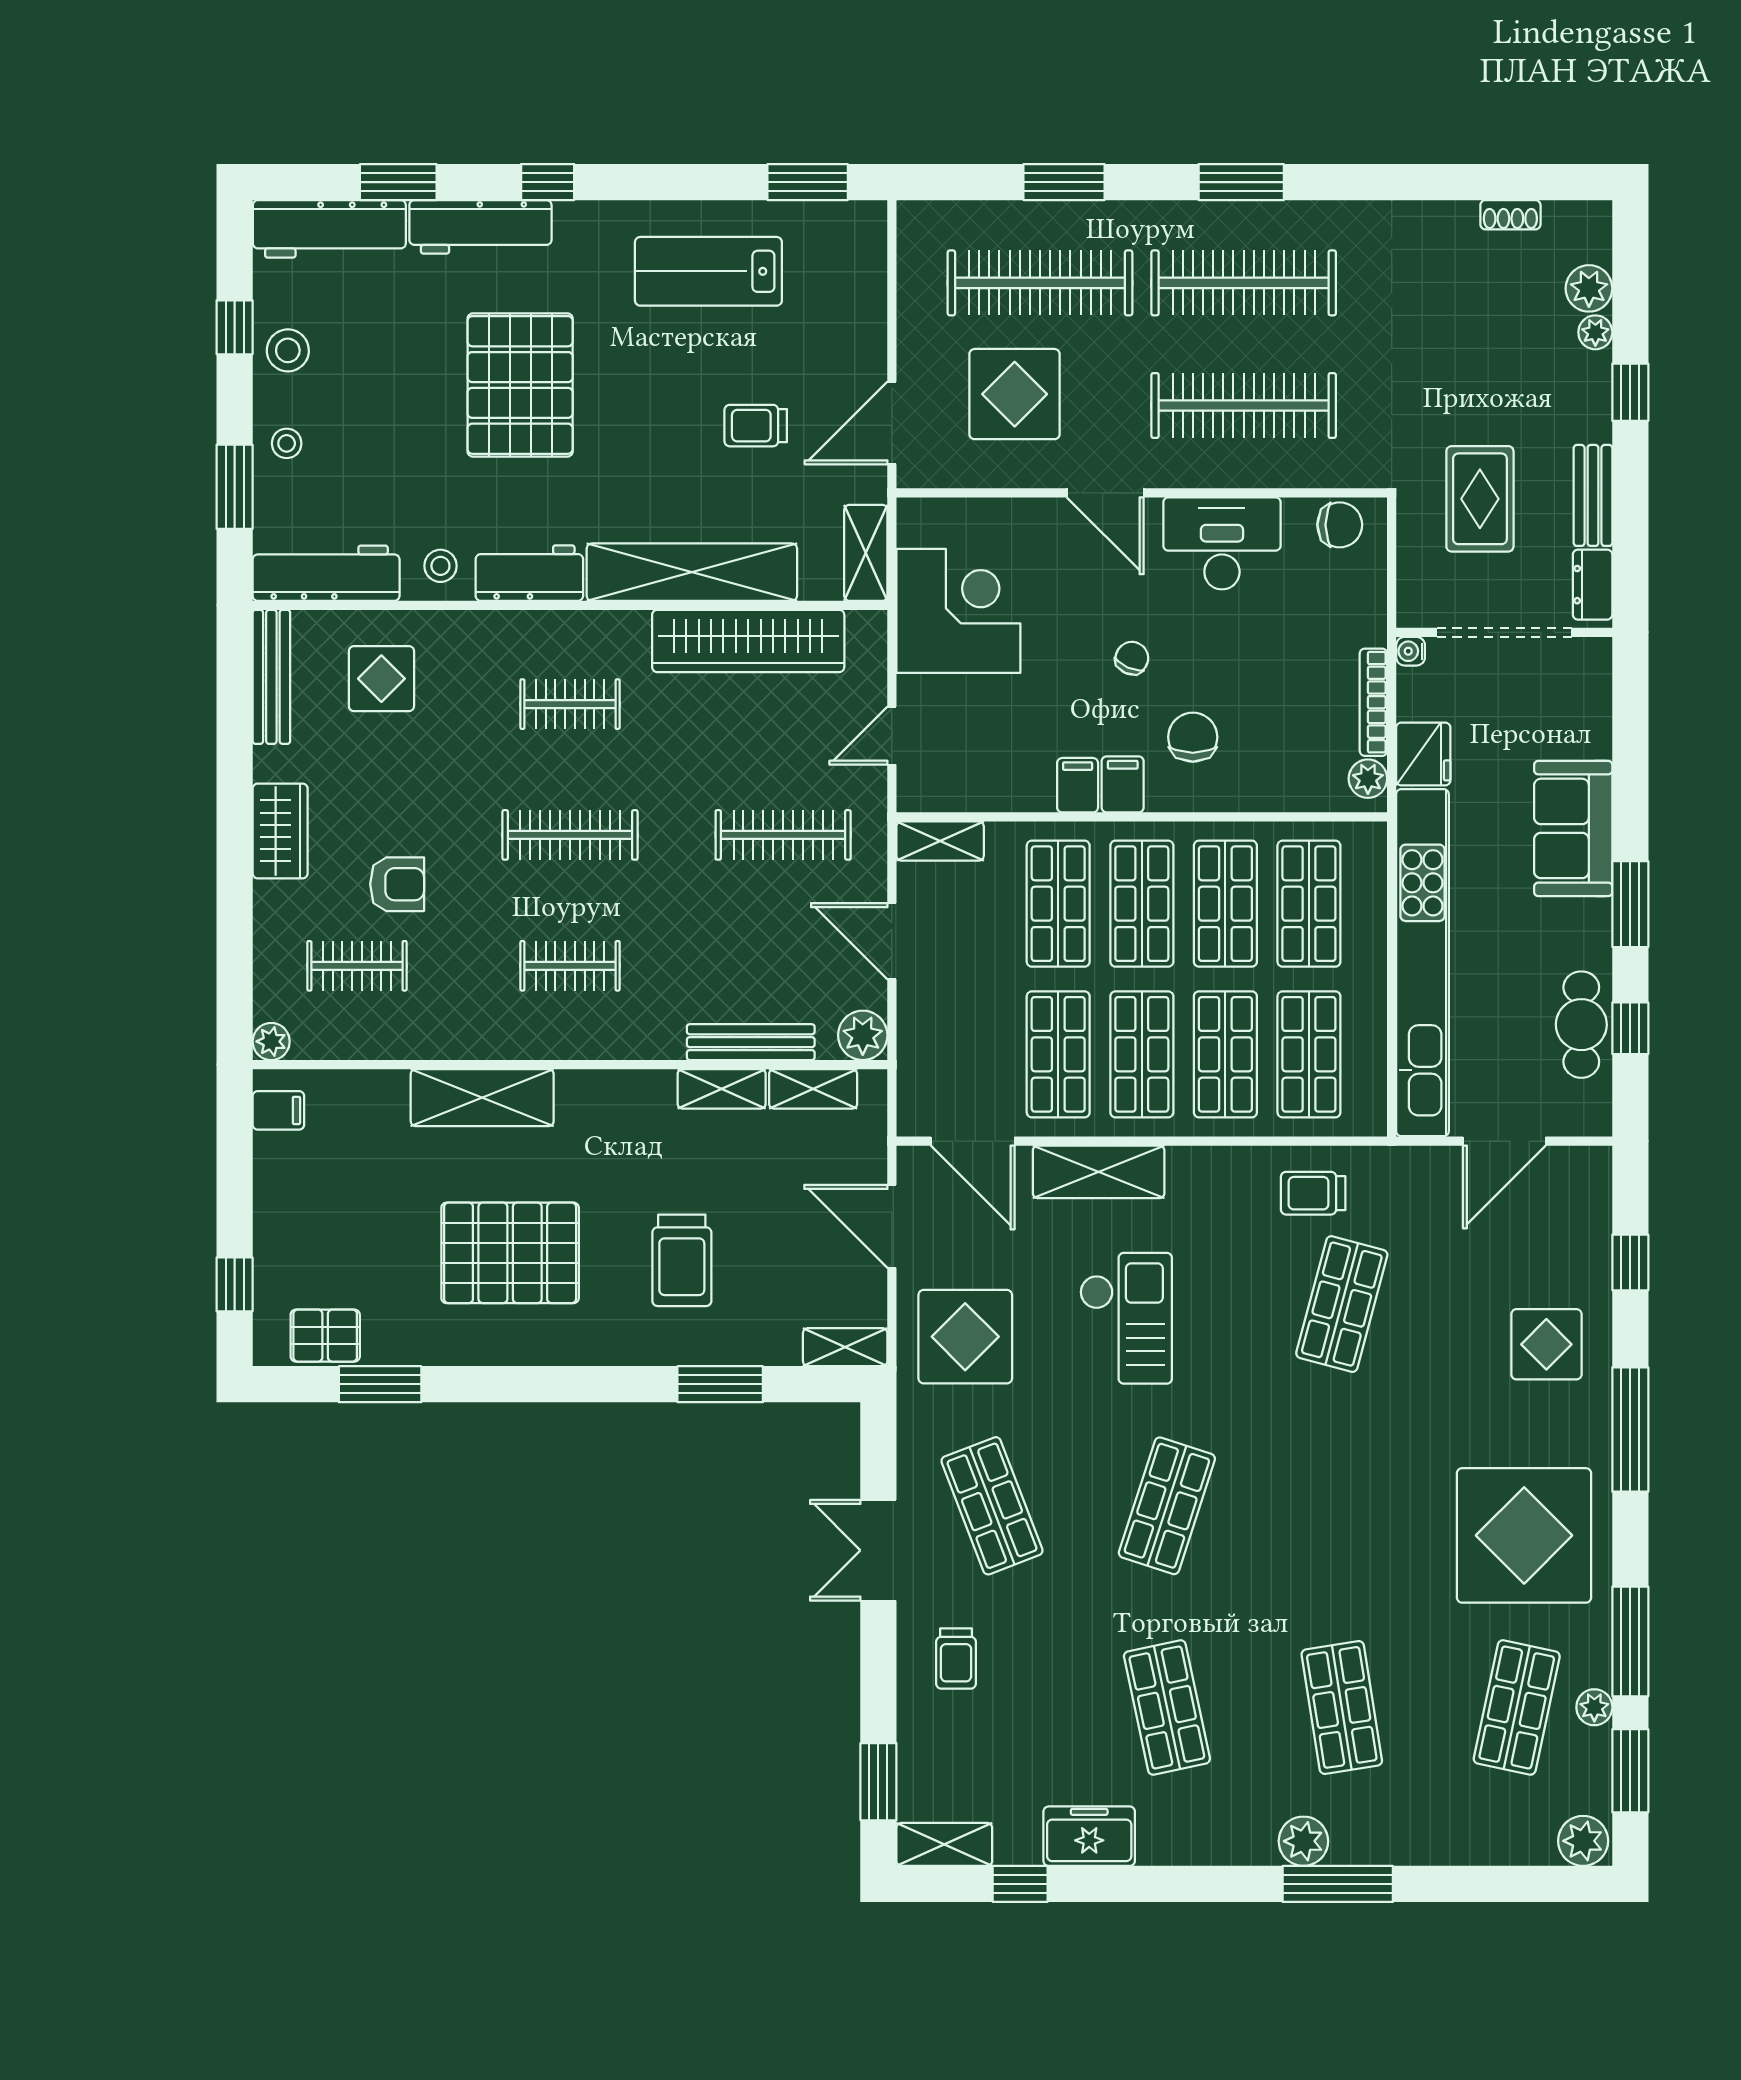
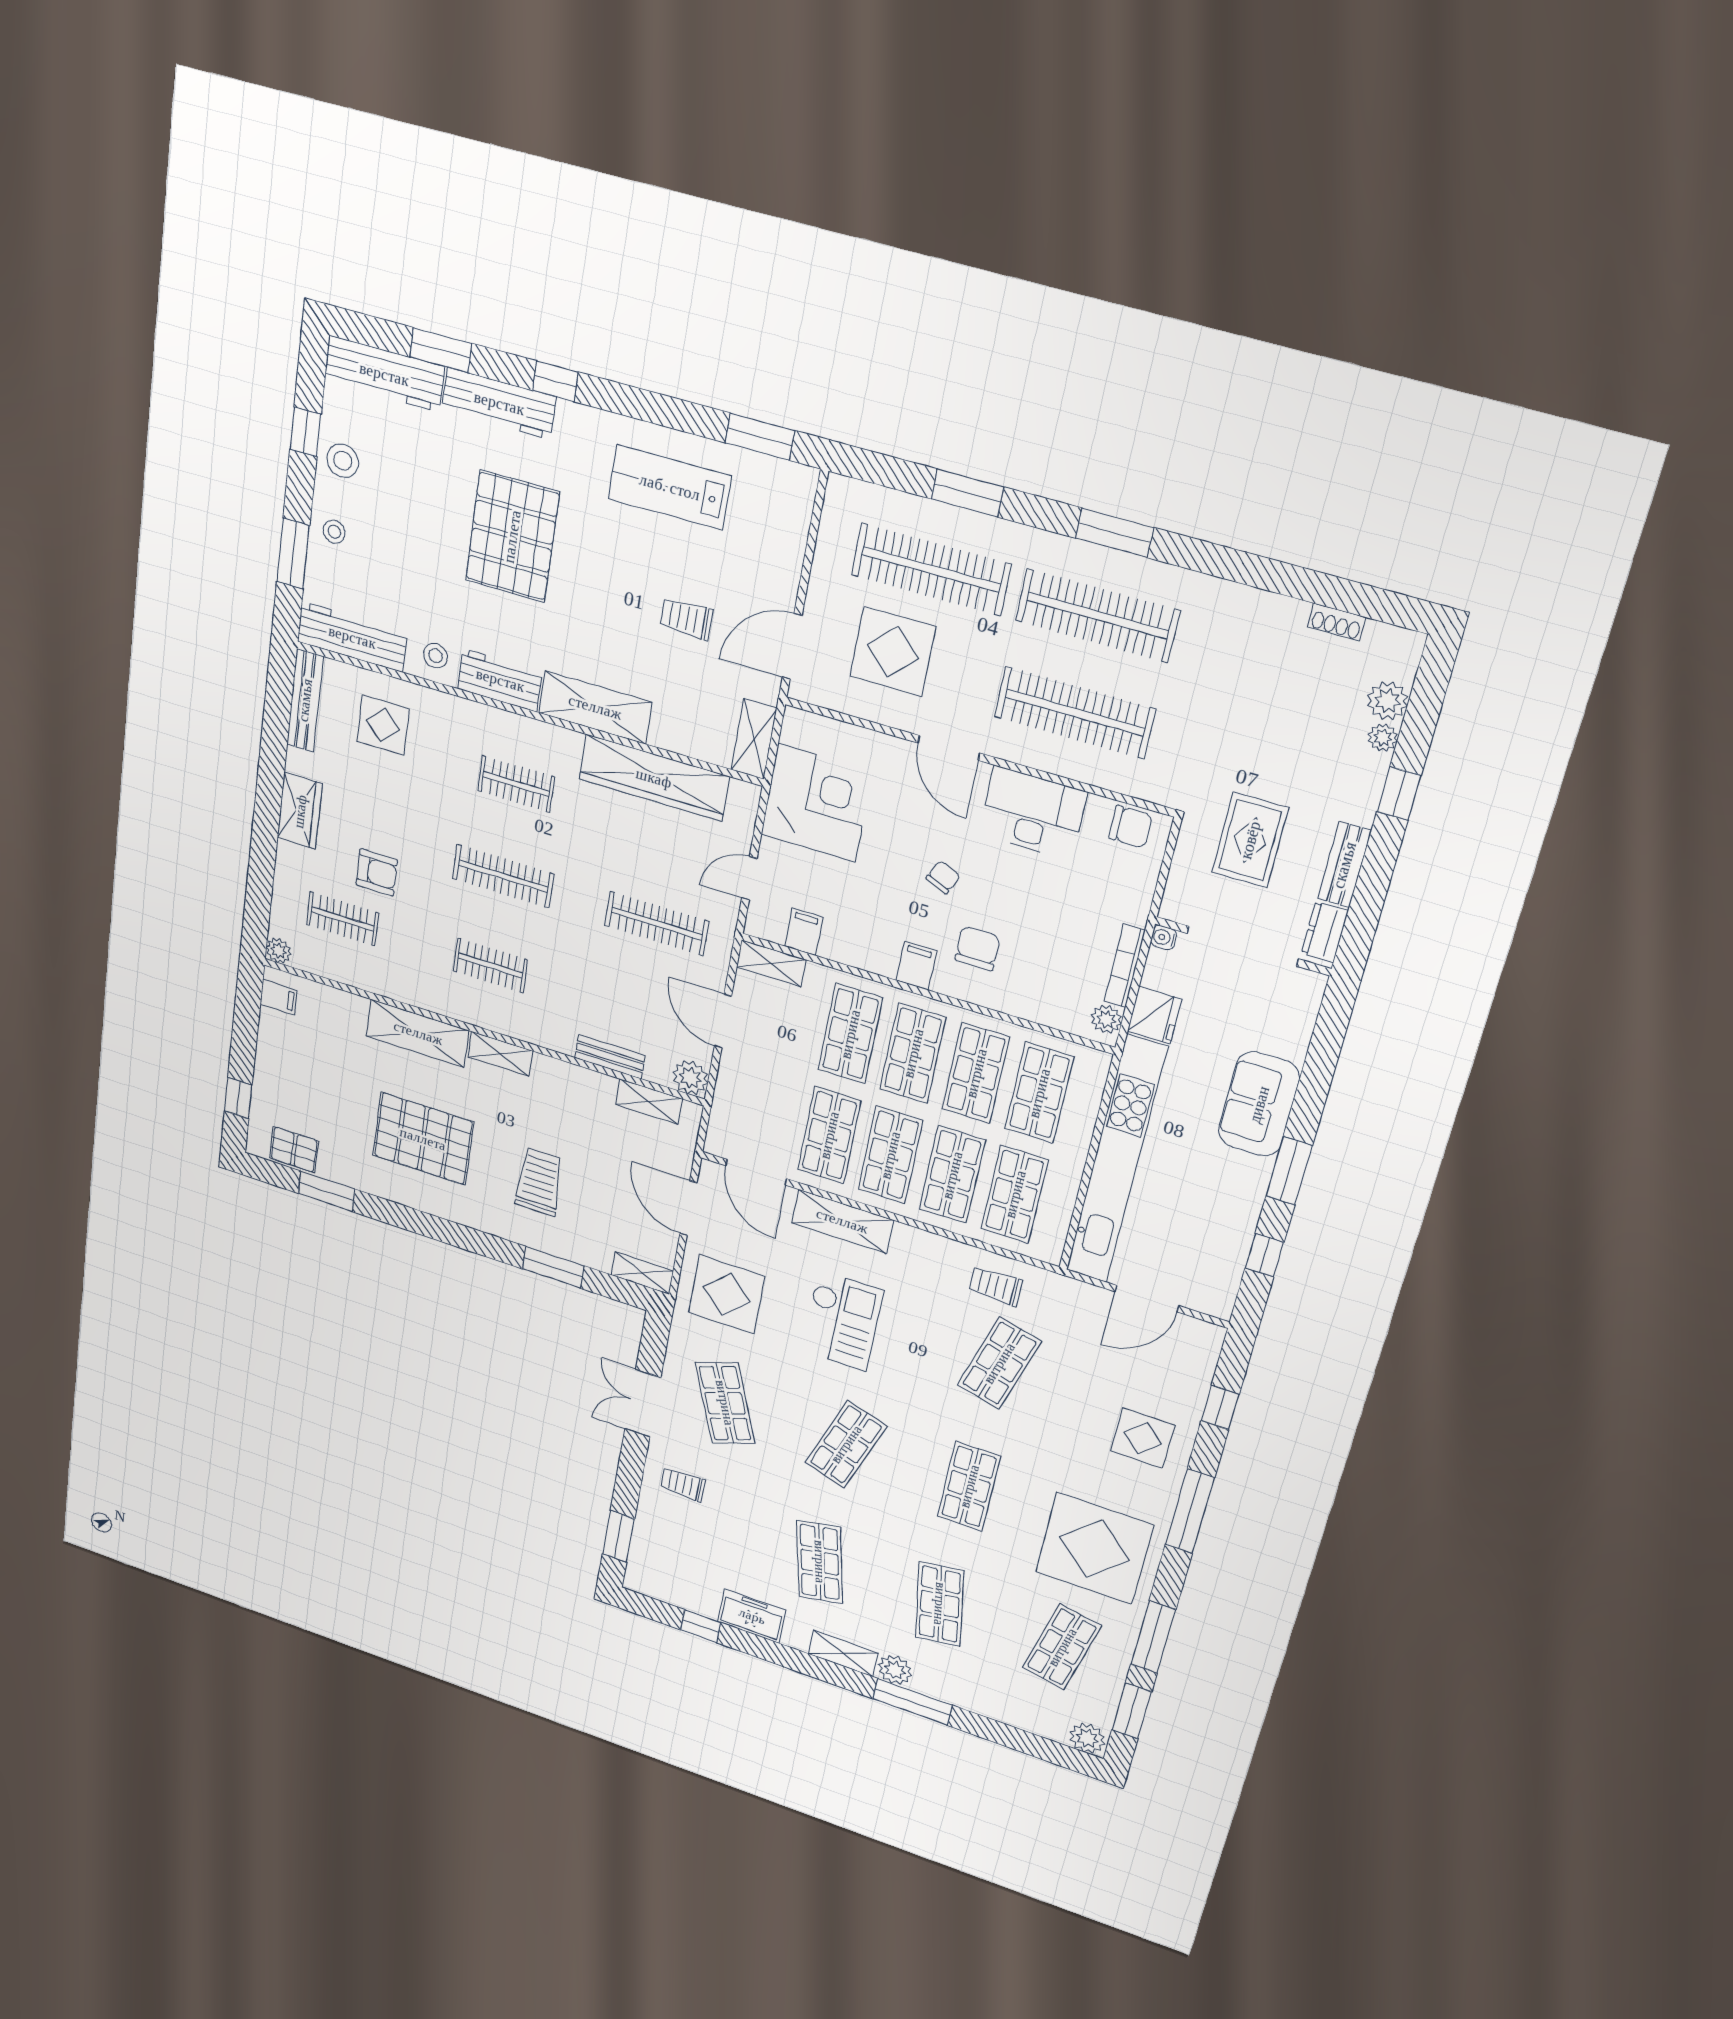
shelving: (692, 572) -> (595, 707), width x0.68
filing cabinet: (1078, 785) -> (804, 932), moved
cafe table: (1581, 1025) -> (1227, 1241), removed
bench: (751, 1042) -> (610, 1057), width x0.73
shelving: (722, 1089) -> (500, 1054), moved
trolley: (682, 1260) -> (539, 1182), turned 180
shop shelf: (1342, 1506) -> (969, 1486), added
trolley: (956, 1659) -> (683, 1484), turned 90
plant: (1594, 1707) -> (1117, 1666), removed
shelving: (944, 1844) -> (843, 1653), moved

